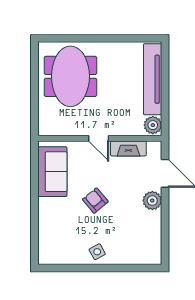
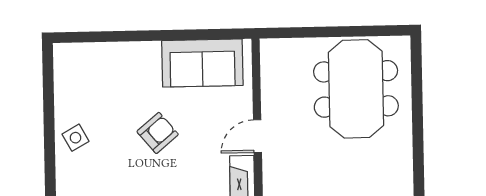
meeting table: (70, 76) -> (356, 89), turned 90

